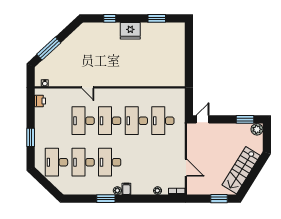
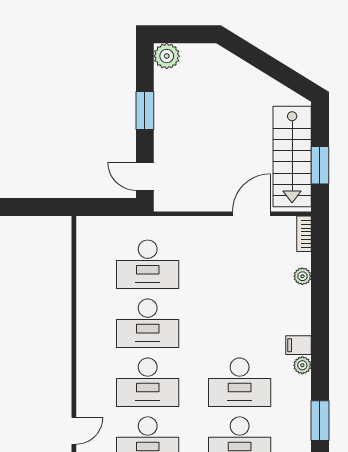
window: (245, 119) -> (145, 110), moved
stairs: (241, 170) -> (292, 157), moved, turned 58
window: (106, 199) -> (320, 421), moved
window: (219, 199) -> (320, 165), moved

